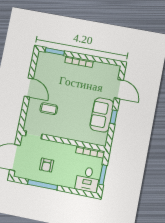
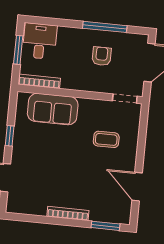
door: (29, 88) -> (137, 187), moved
sofa: (102, 115) -> (53, 109), moved, turned 90

